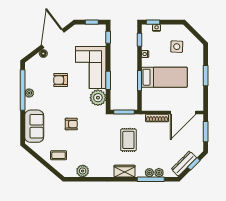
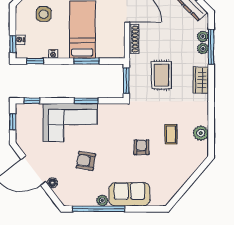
armchair: (61, 80) -> (86, 161), turned 99
plant: (98, 98) -> (108, 114), removed
sofa: (34, 126) -> (129, 194), moved
rug: (128, 140) -> (161, 75), turned 90
coffee table: (59, 155) -> (171, 134), moved

